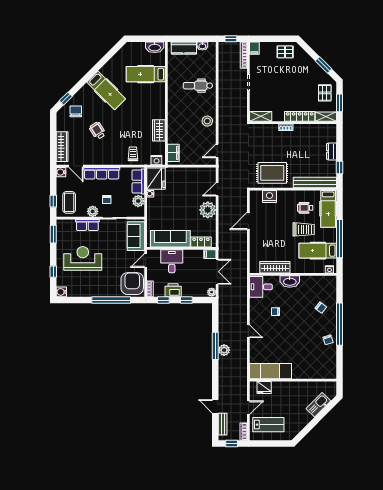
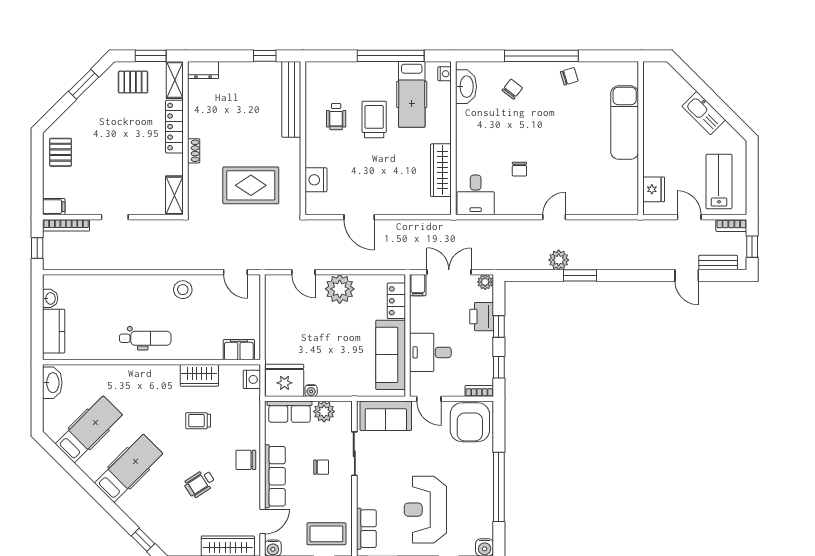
hospital bed: (146, 74) -> (89, 429), moved, turned -135
dental chair: (198, 86) -> (145, 338), moved, turned -90
chair: (76, 111) -> (246, 460), moved
dresser: (332, 151) -> (203, 70), moved
trolley: (133, 154) -> (198, 421), moved
rug: (272, 173) -> (251, 185), moved, turned 90
hospital bed: (328, 209) -> (338, 76), removed
plant: (93, 211) -> (342, 492), removed
row of seats: (87, 225) -> (366, 529), moved
washbasin: (290, 281) -> (466, 87), moved
armchair: (132, 284) -> (470, 422), turned -90
printer: (173, 290) -> (482, 317), moved
window: (111, 300) -> (499, 487), moved
window: (215, 346) -> (580, 275), width x0.69
plant: (224, 350) -> (559, 260), moved
exam couch: (271, 371) -> (625, 123), moved
kitchen sink: (318, 405) -> (704, 113), moved
door: (215, 406) -> (687, 275), hinge flipped

